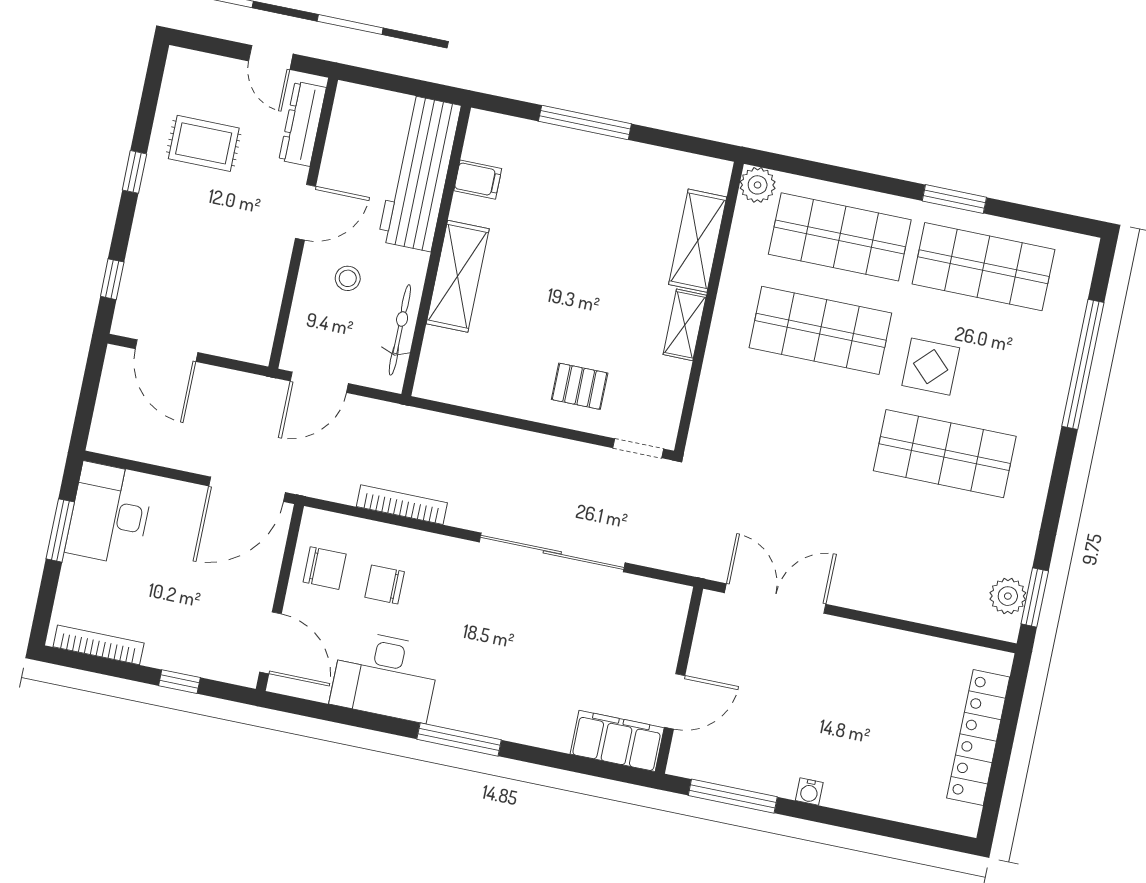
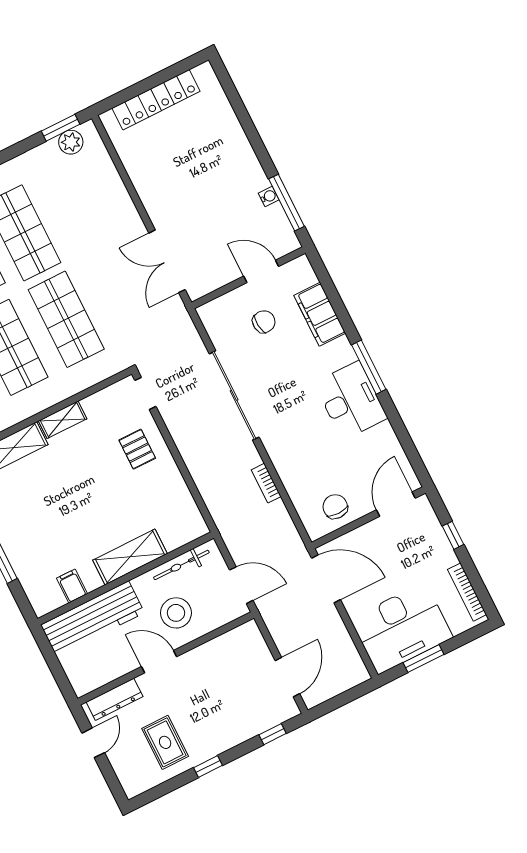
stool: (348, 278) -> (176, 613), width x1.89, depth x1.89
shop shelf: (801, 424) -> (66, 319), added
bookcase: (402, 505) -> (266, 483), width x0.64
desk: (110, 514) -> (402, 628), width x1.36, depth x1.30
chair: (385, 584) -> (264, 322), moved, turned -96
desk: (385, 676) -> (351, 400), moved
filing cabinet: (617, 741) -> (320, 314), moved
water cooler: (809, 792) -> (269, 196), moved

